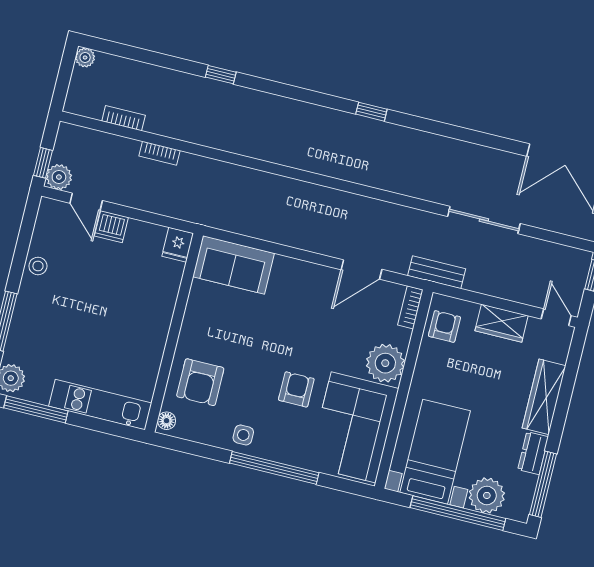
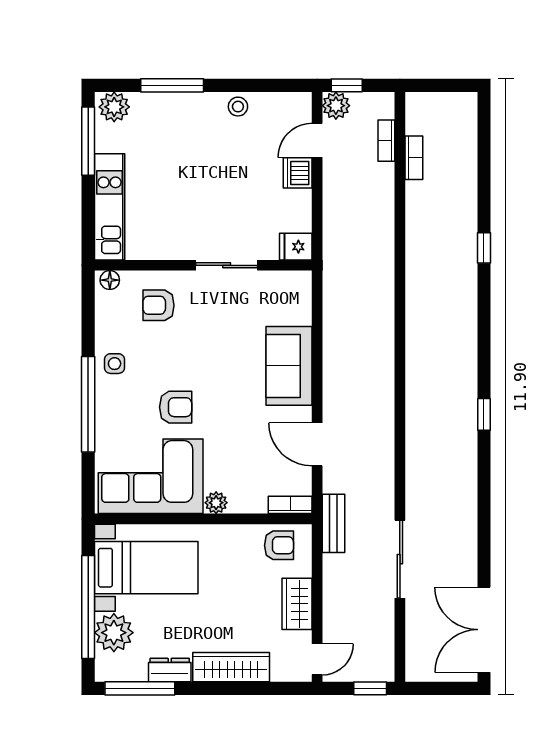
plant: (85, 57) -> (467, 102), removed
bookcase: (159, 153) -> (386, 141), moved
sofa: (234, 265) -> (289, 366), moved
sliding door: (179, 312) -> (227, 265), added
plant: (385, 363) -> (216, 503), width x0.53, depth x0.53
armchair: (200, 382) -> (159, 305), width x0.72, depth x0.72

